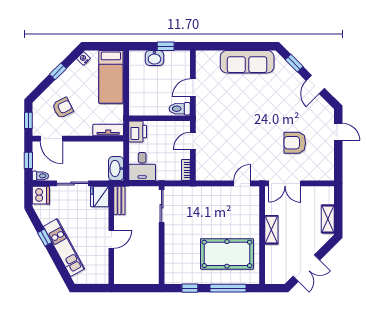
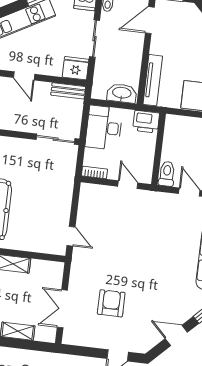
armchair: (63, 108) -> (184, 38), removed
tv unit: (108, 130) -> (153, 80), width x1.41
desk: (142, 167) -> (104, 128), width x1.37
washbasin: (116, 169) -> (122, 93), moved
double door: (285, 183) -> (62, 309), moved

